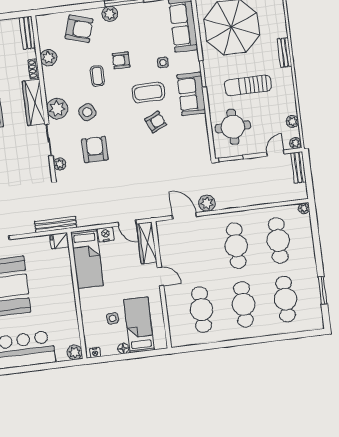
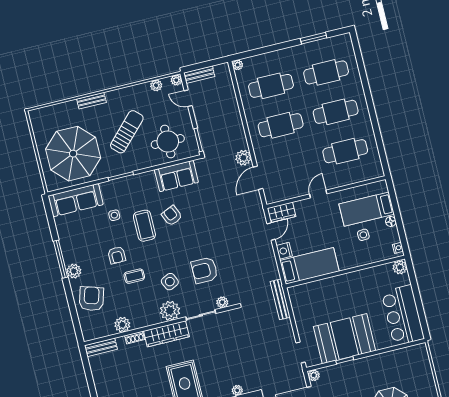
sun lounger: (248, 85) -> (127, 132), turned -136
sofa: (191, 94) -> (176, 176), moved
fridge: (59, 241) -> (295, 294), removed
wardrobe: (147, 243) -> (281, 212), width x0.67

